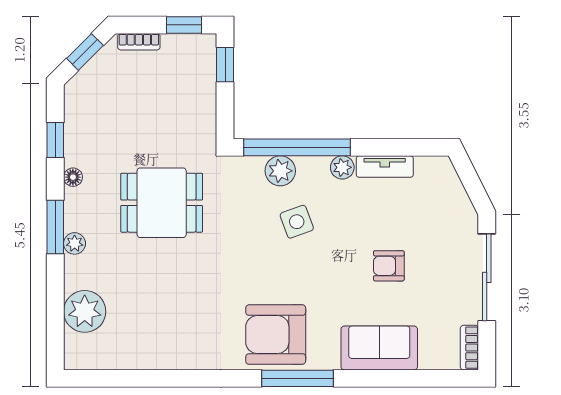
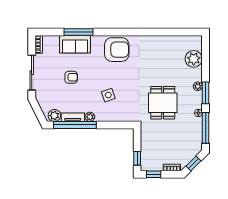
window: (55, 140) -> (206, 128), width x2.17
window: (297, 147) -> (75, 125), moved
plant: (280, 171) -> (54, 116), moved
dining table: (162, 203) -> (163, 103), turned 90
window: (297, 378) -> (78, 32), moved

